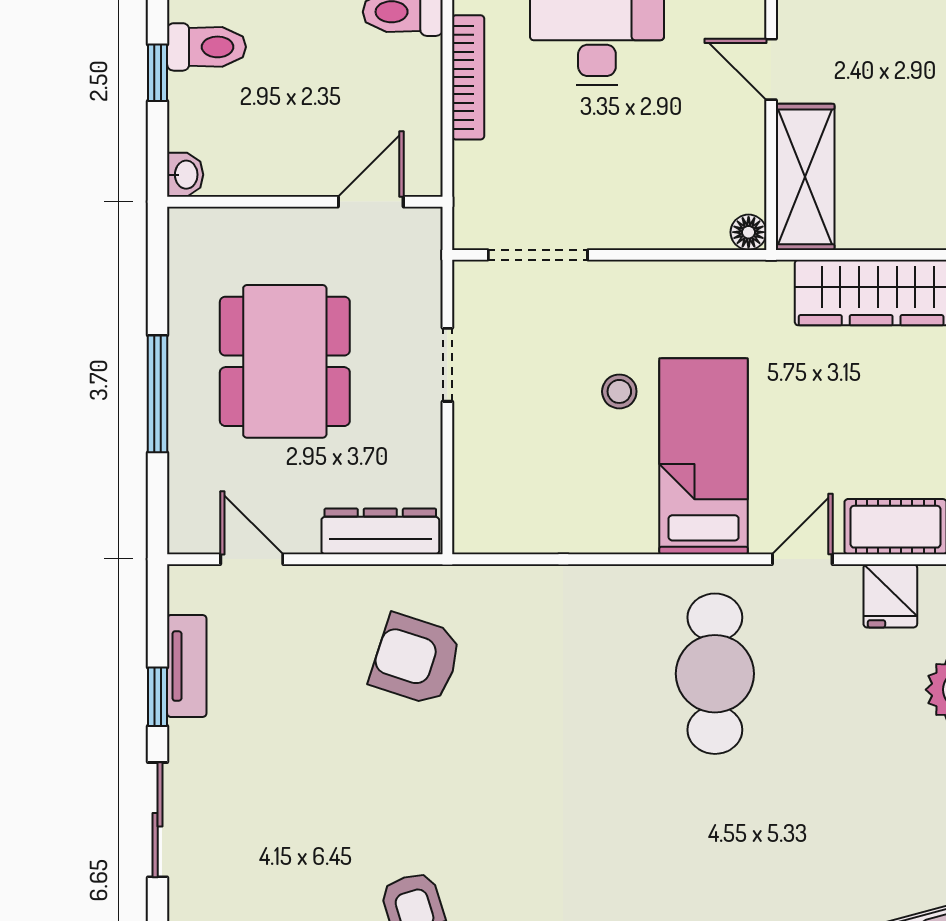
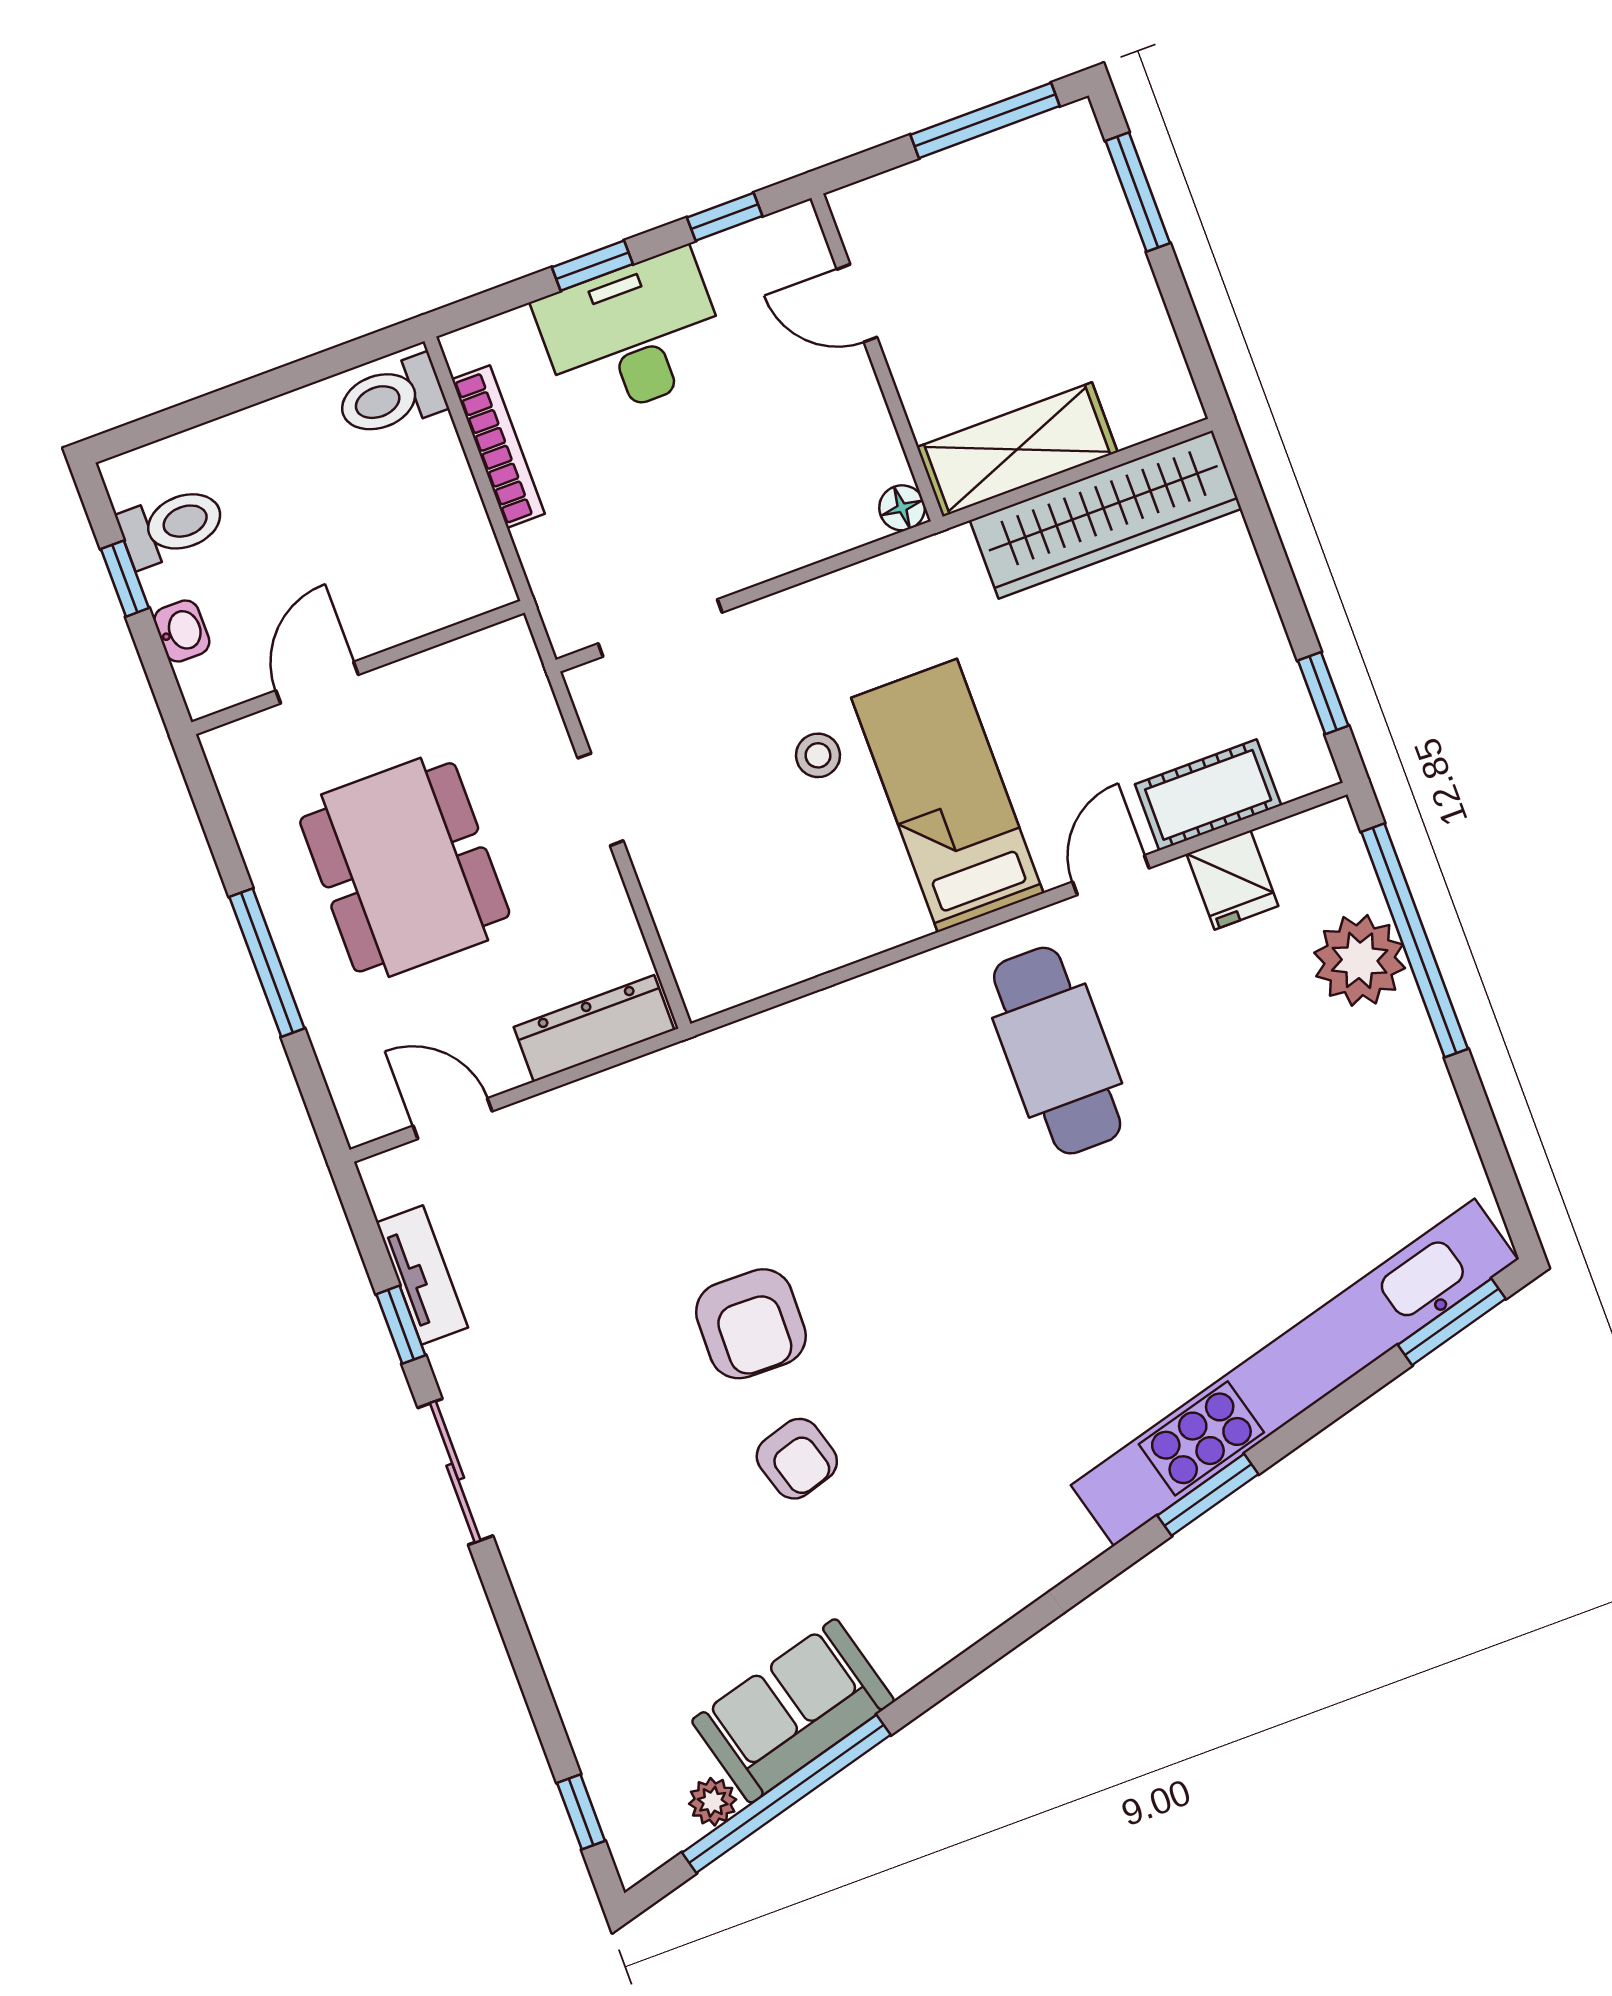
washbasin: (185, 175) -> (182, 631), moved
shelving: (805, 177) -> (1017, 450), moved, turned 90
door: (371, 202) -> (317, 683), moved
armchair: (416, 660) -> (751, 1324), moved, turned -107

